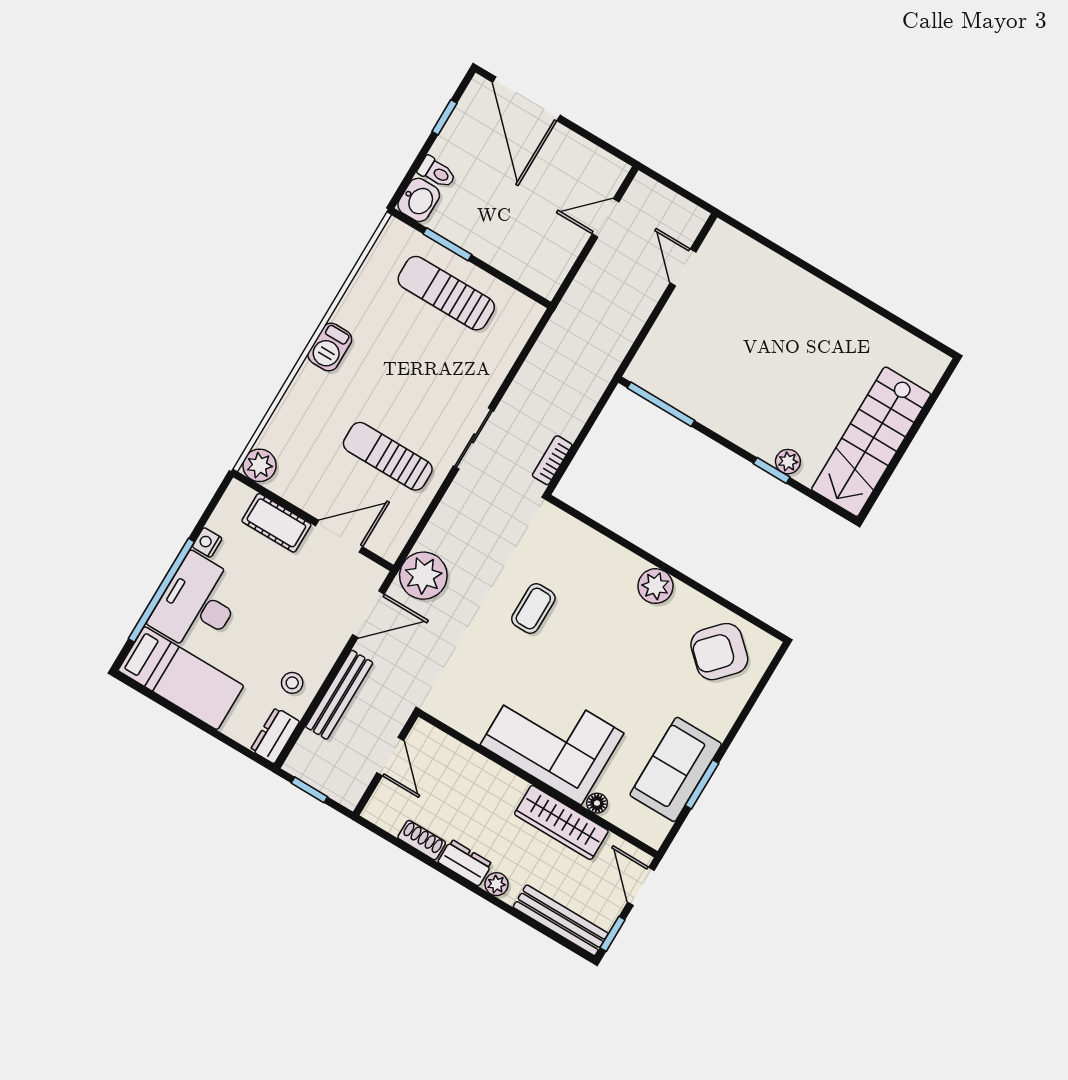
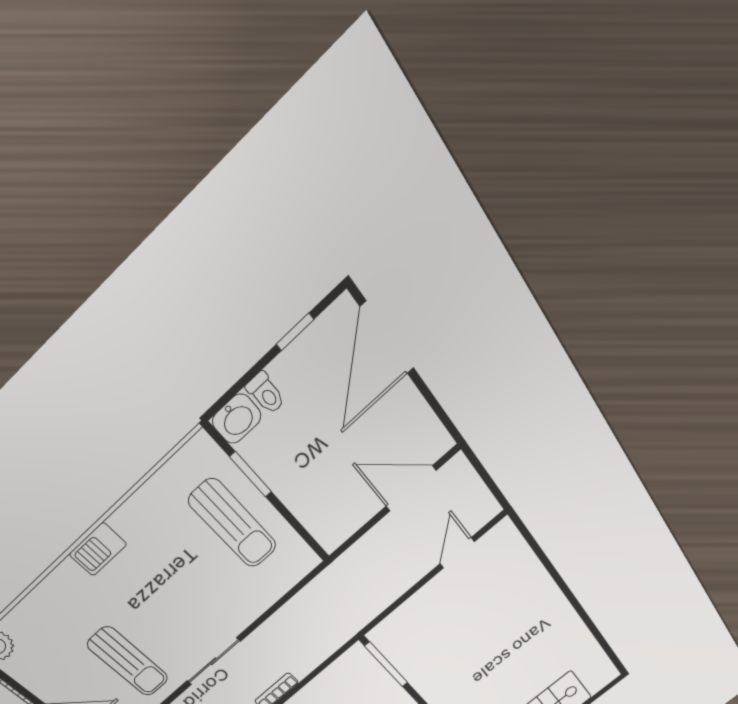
door: (606, 218) -> (411, 488), width x1.38
sun lounger: (446, 293) -> (233, 524), turned 180
sun lounger: (388, 456) -> (128, 662), turned 180

